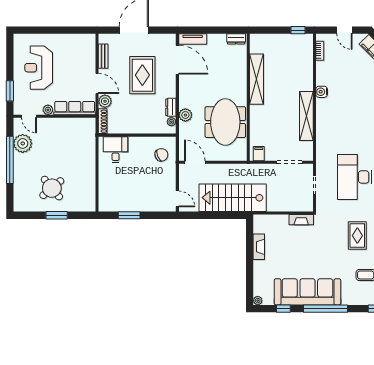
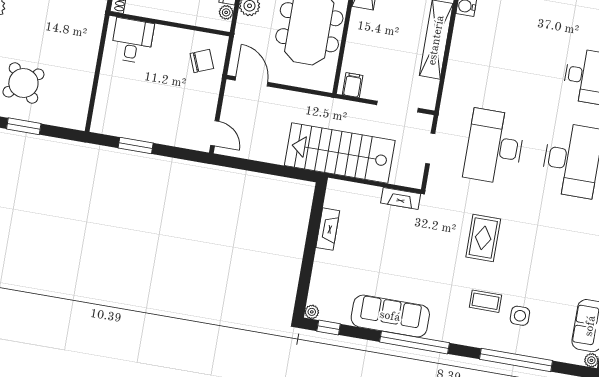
stairs: (233, 198) -> (340, 153), moved
sofa: (307, 292) -> (390, 316), width x0.74, depth x0.79
window: (283, 309) -> (329, 328), moved

